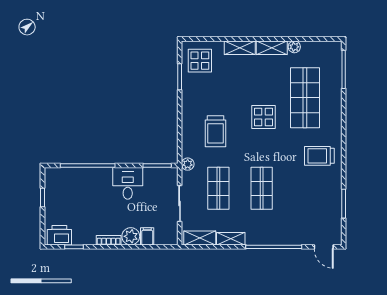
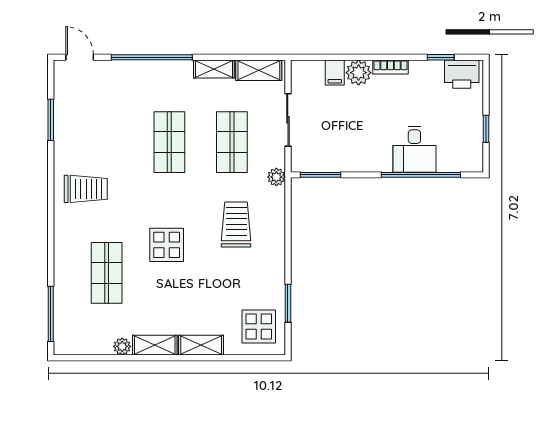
shop shelf: (305, 98) -> (107, 273), width x0.70, depth x0.74
desk: (128, 183) -> (414, 149), moved

